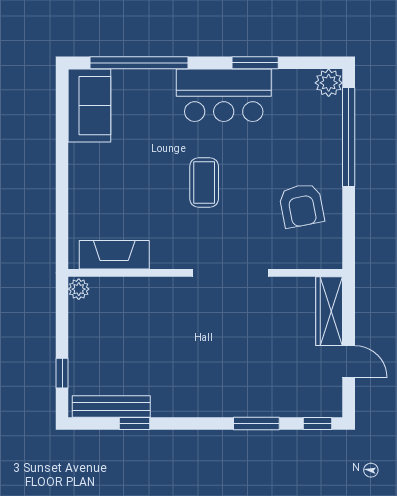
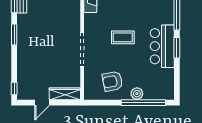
window: (255, 63) -> (177, 48), moved
plant: (329, 83) -> (137, 94), moved
window: (256, 424) -> (14, 35), moved

